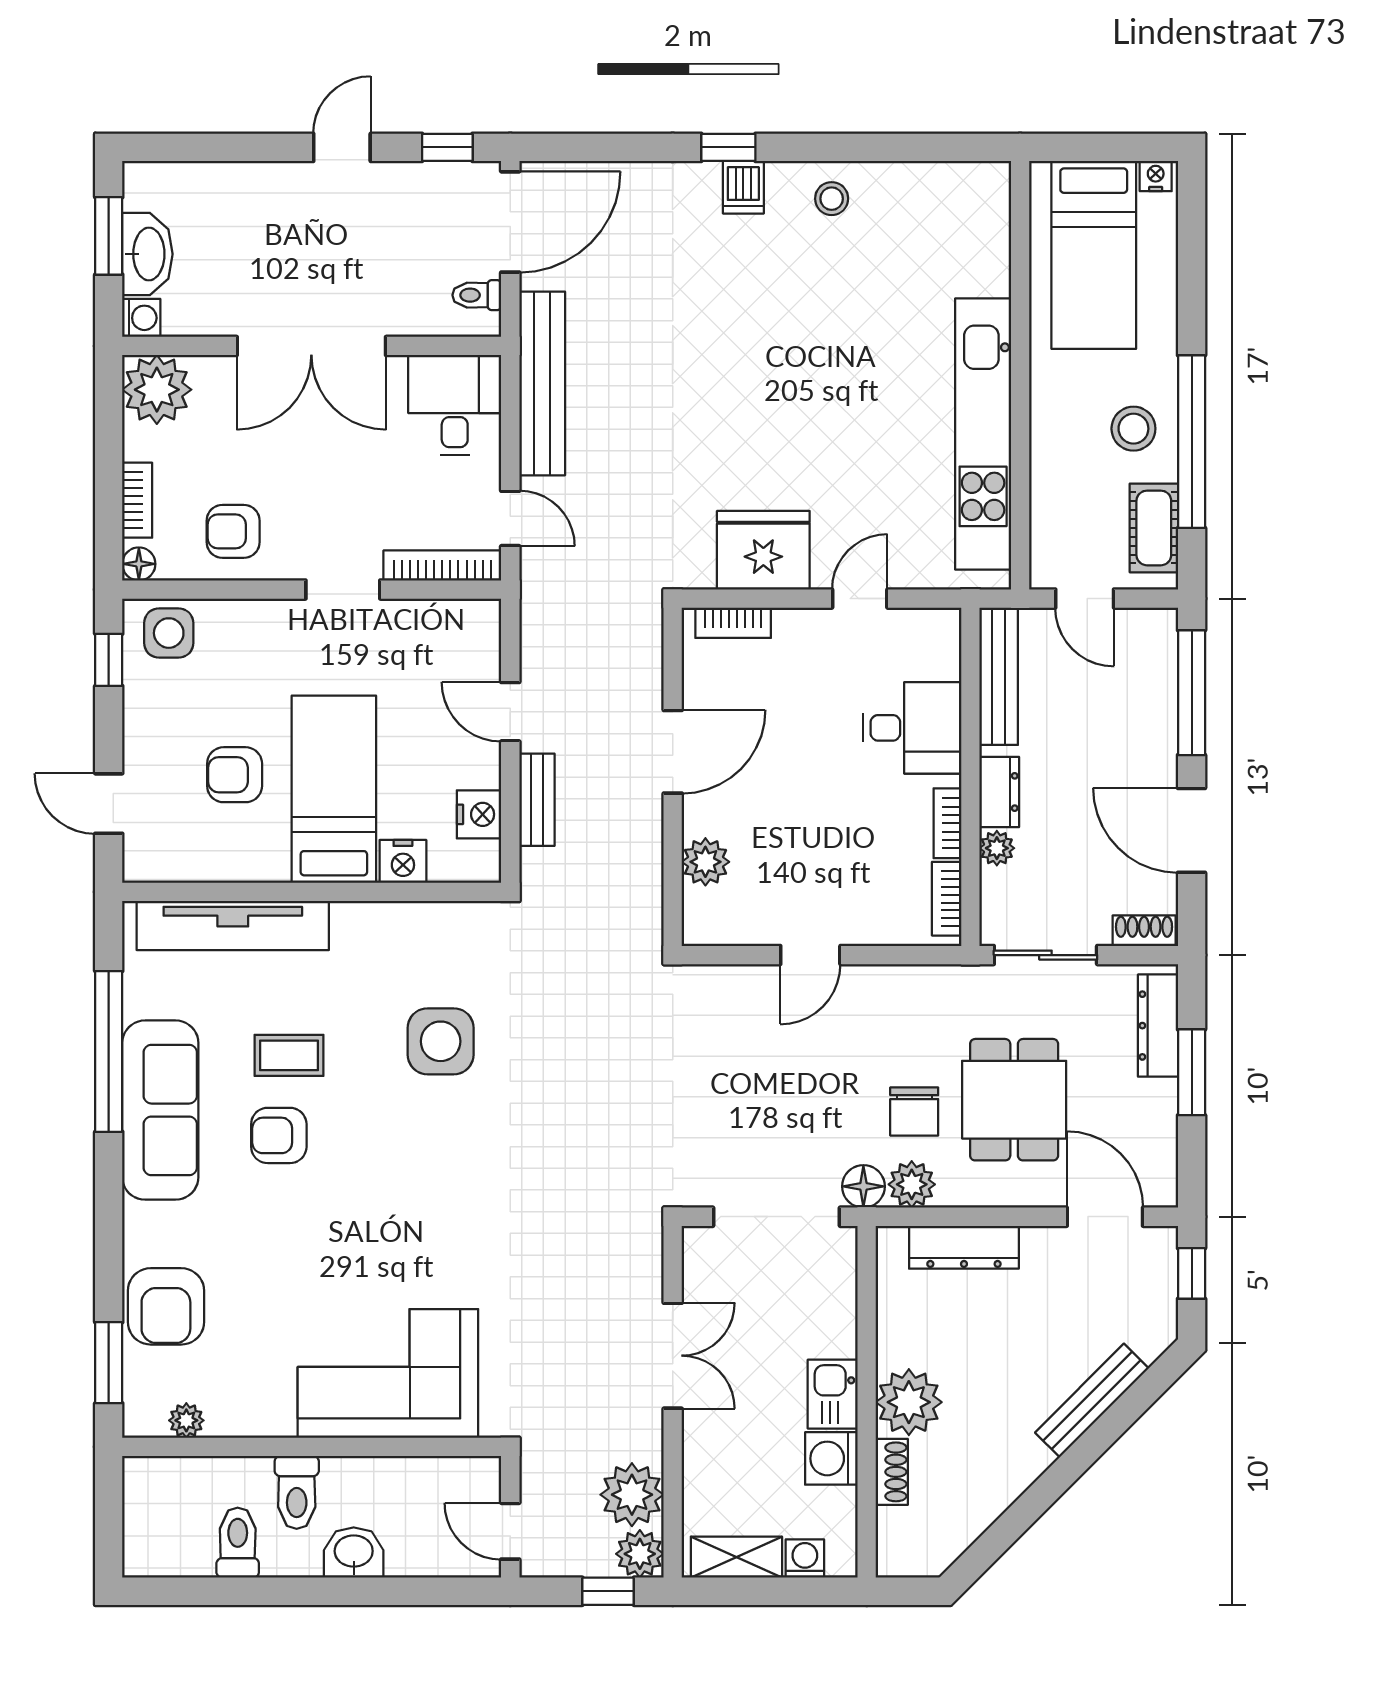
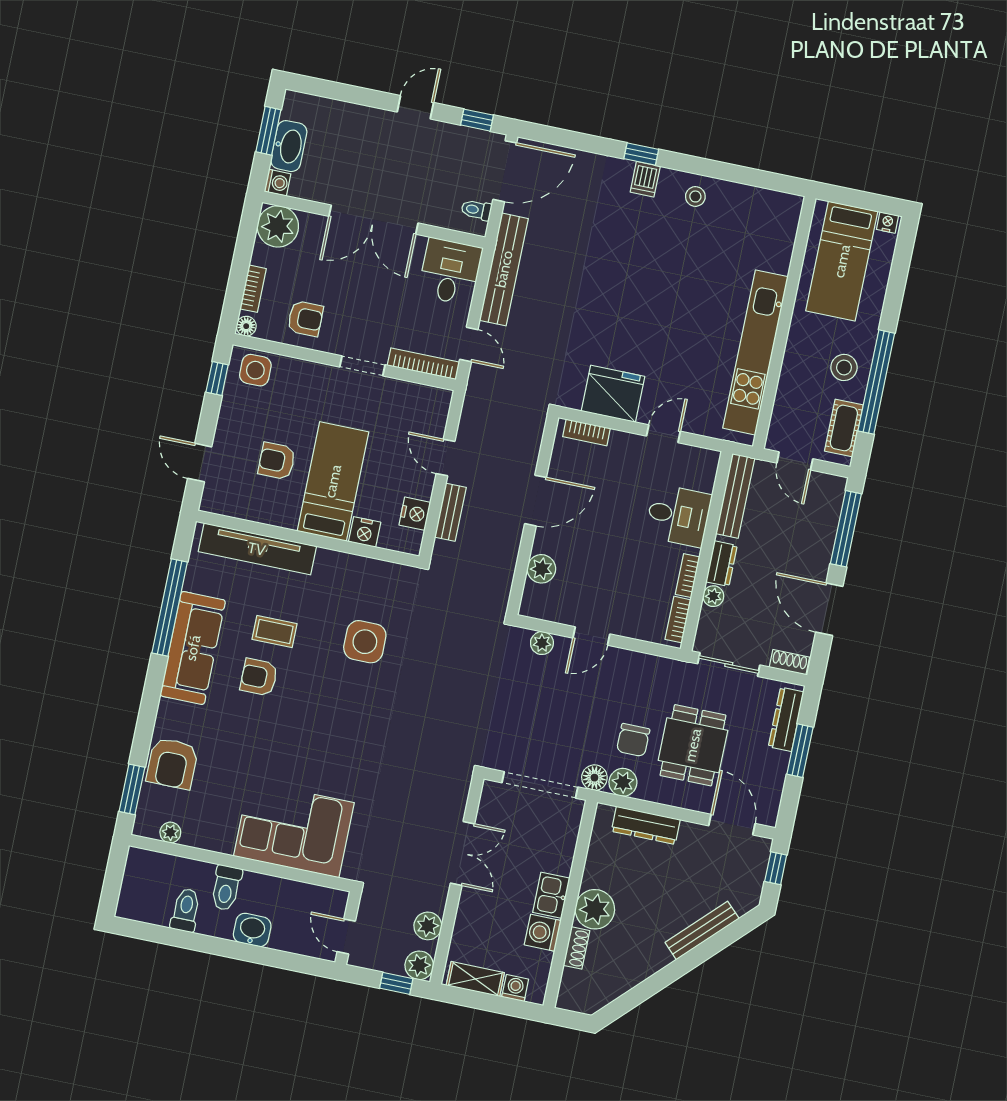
armchair: (233, 531) -> (305, 319), turned 180
plant: (732, 983) -> (542, 643), added
plant: (632, 1495) -> (428, 926), width x0.73, depth x0.73

